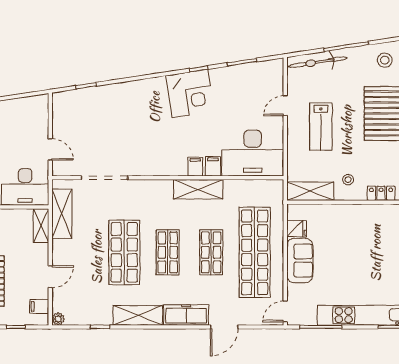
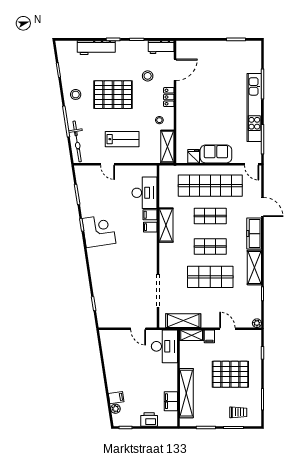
door: (50, 149) -> (138, 329), swing flipped
desk: (253, 153) -> (144, 193), width x0.73, depth x0.77
filing cabinet: (39, 307) -> (209, 336), moved

